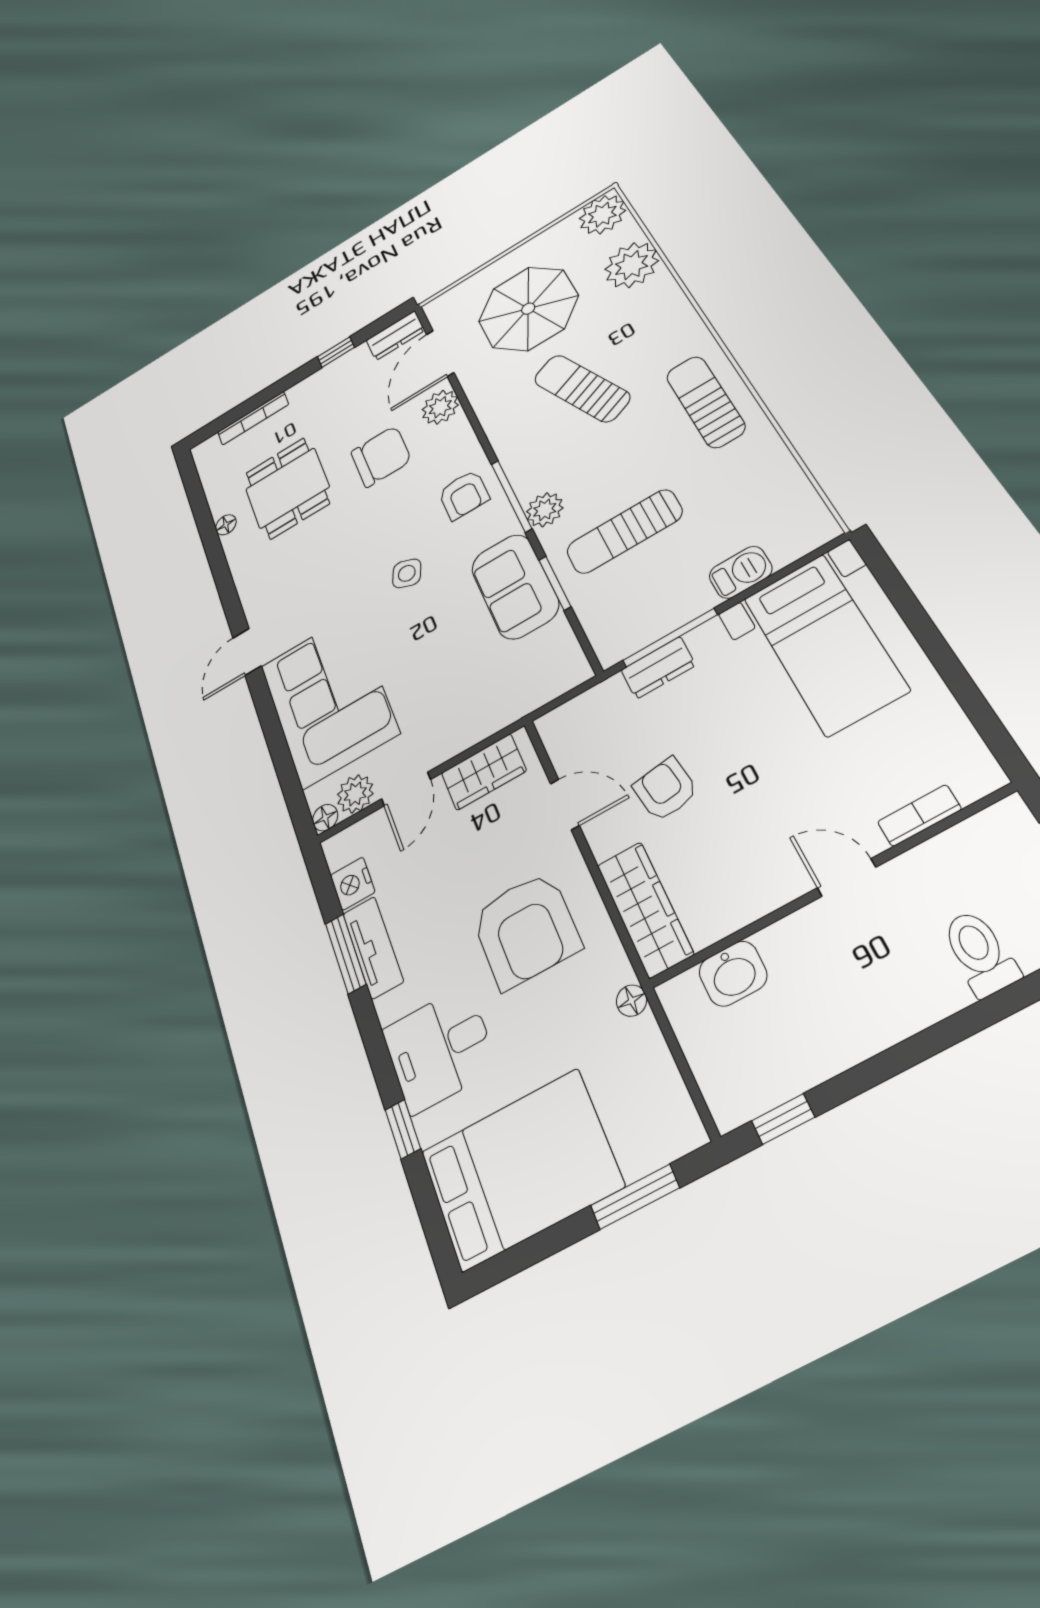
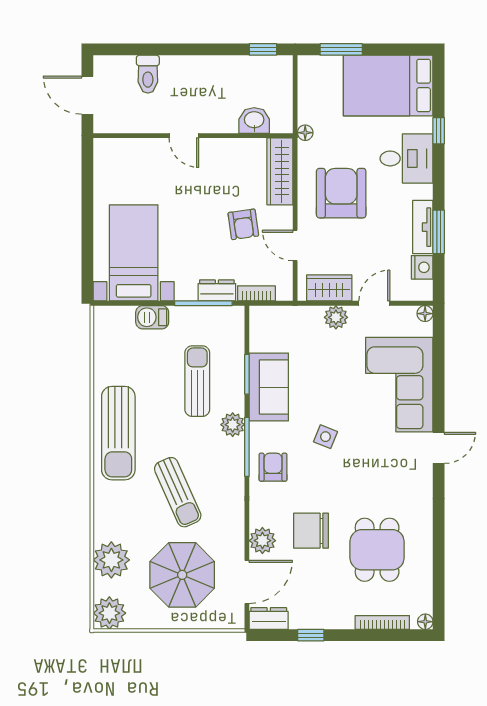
sun lounger: (705, 402) -> (118, 433), width x1.36, depth x1.34
floor lamp: (226, 525) -> (425, 622), moved
sun lounger: (624, 531) -> (197, 381), turned -90
plant: (355, 794) -> (336, 317), moved
bookcase: (919, 816) -> (256, 293), moved, turned 180

